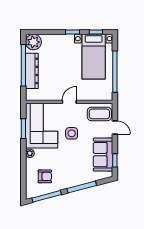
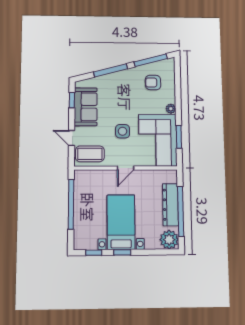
bed with nightstands: (94, 57) -> (121, 222), moved

